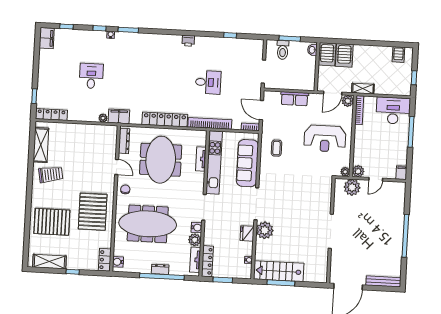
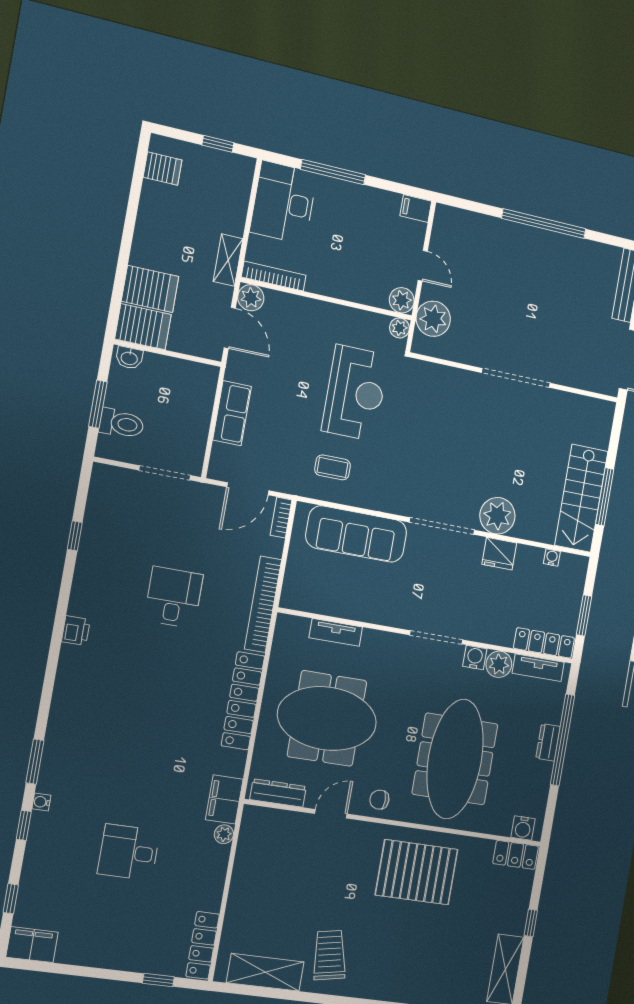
reception desk: (325, 139) -> (355, 393), moved
kitchen unit: (214, 162) -> (347, 605), removed
pallet: (52, 222) -> (427, 959), removed

